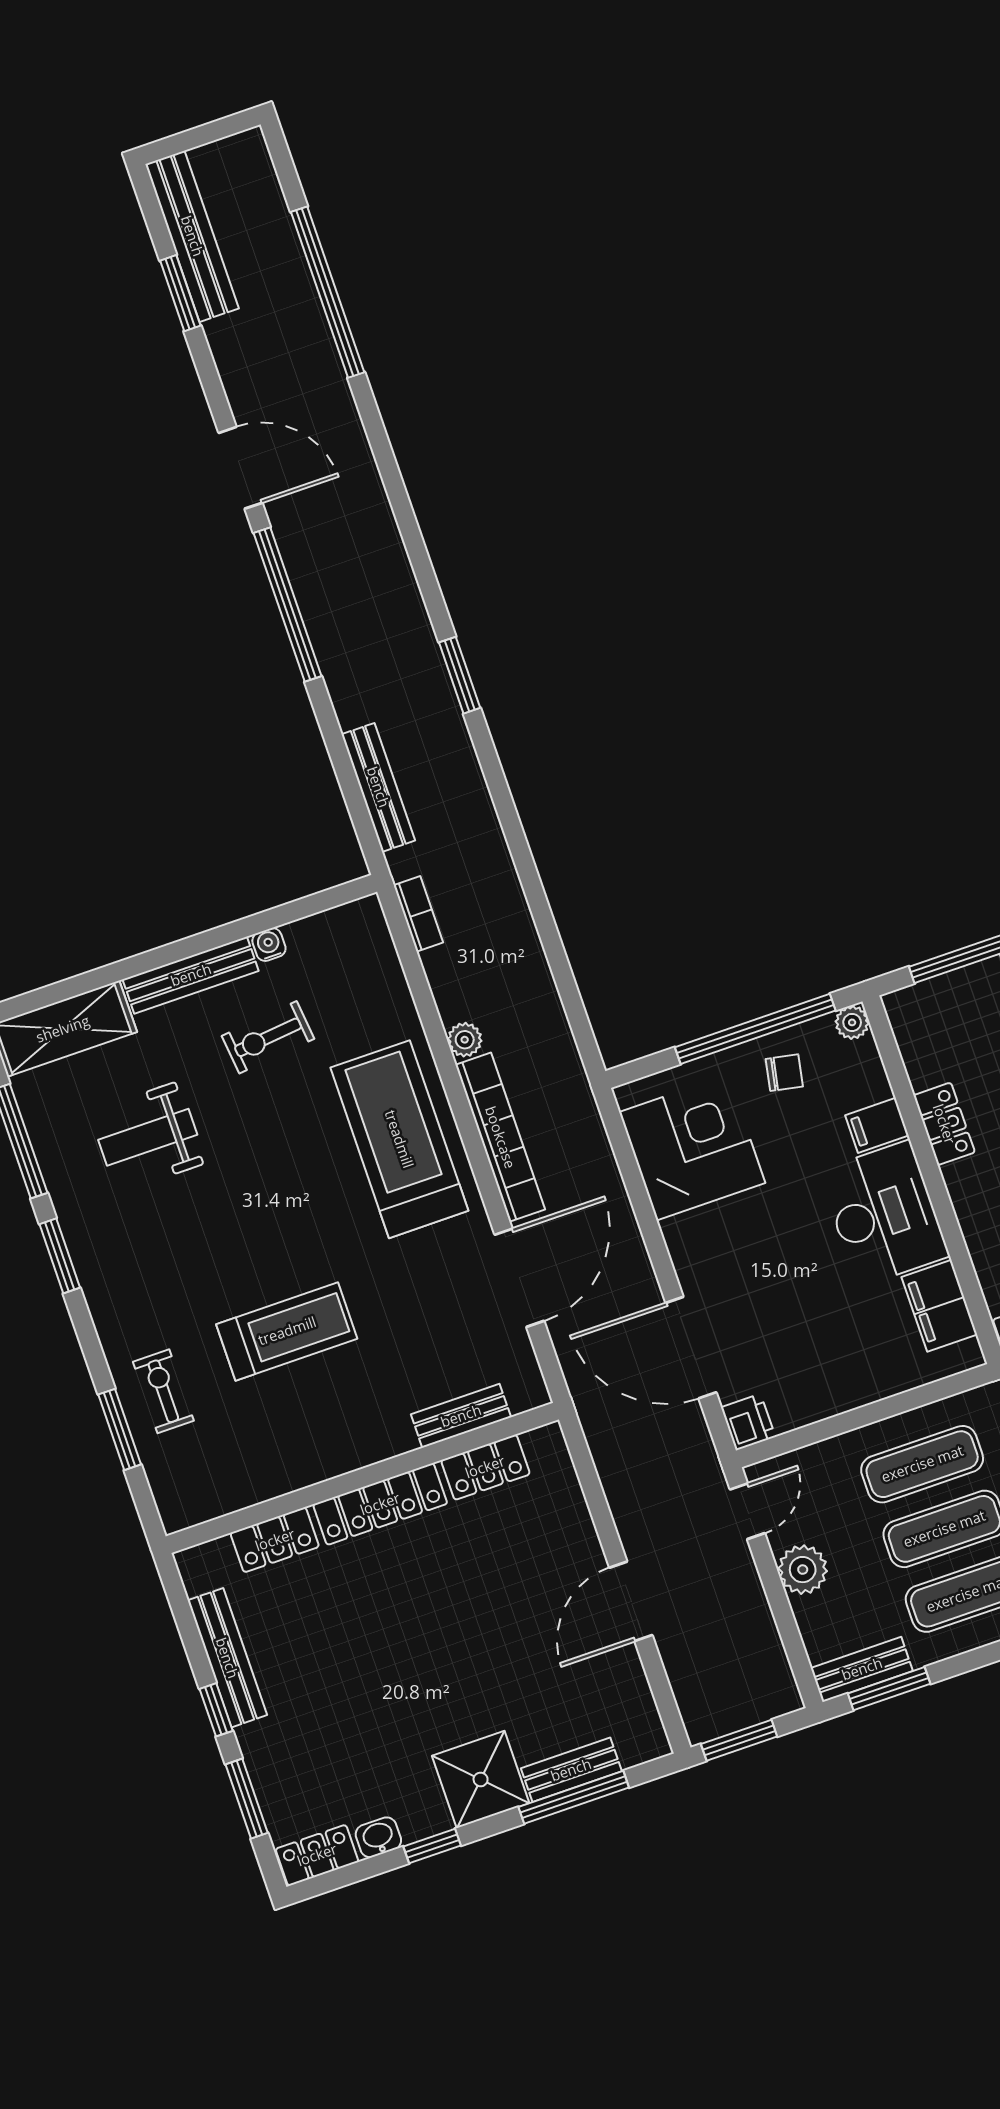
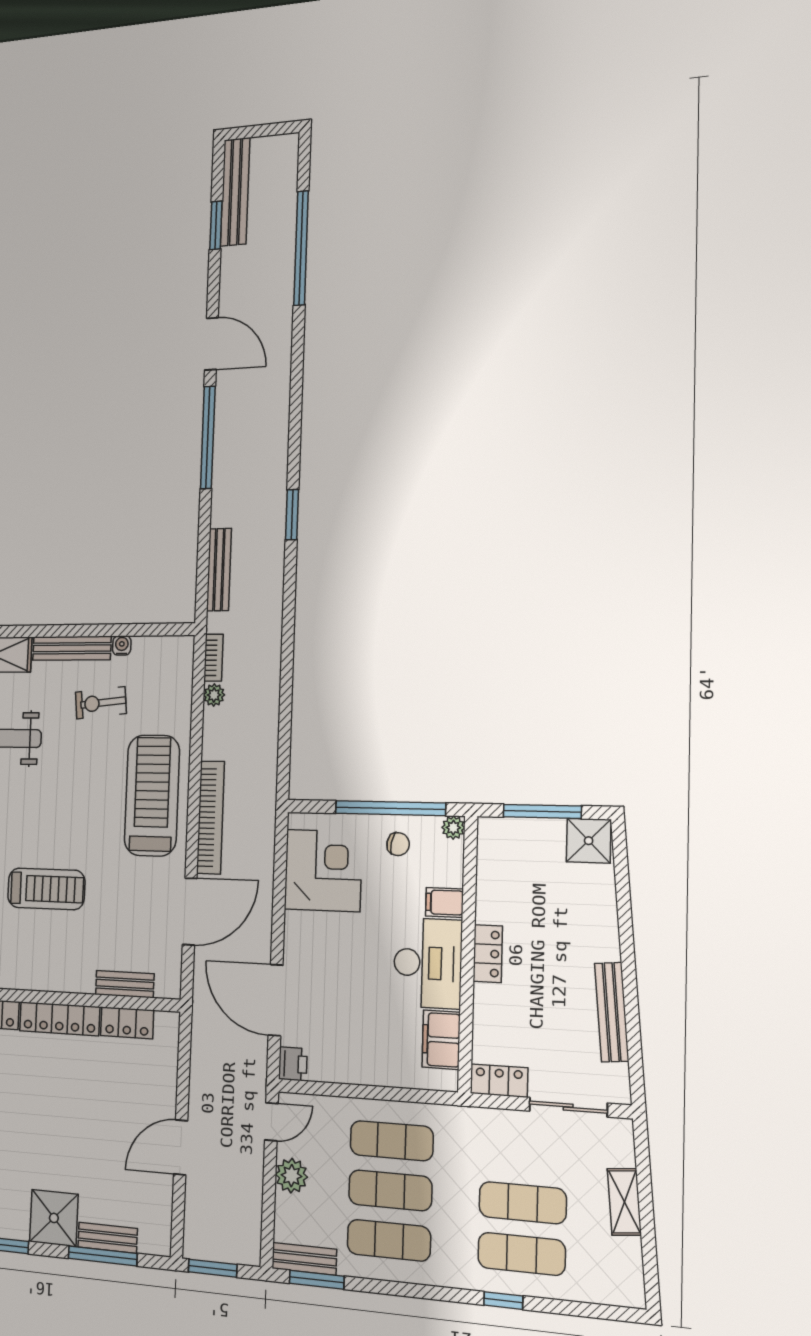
plant: (465, 1040) -> (214, 695), moved
locker: (944, 1124) -> (488, 954), moved

